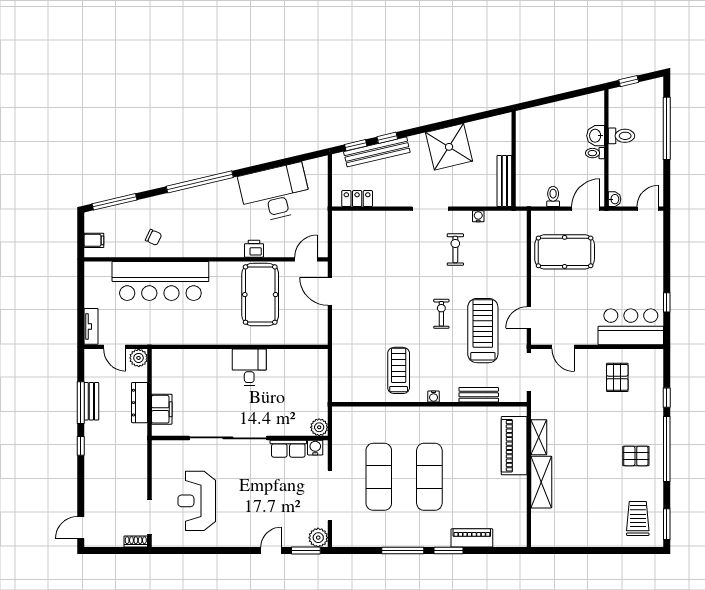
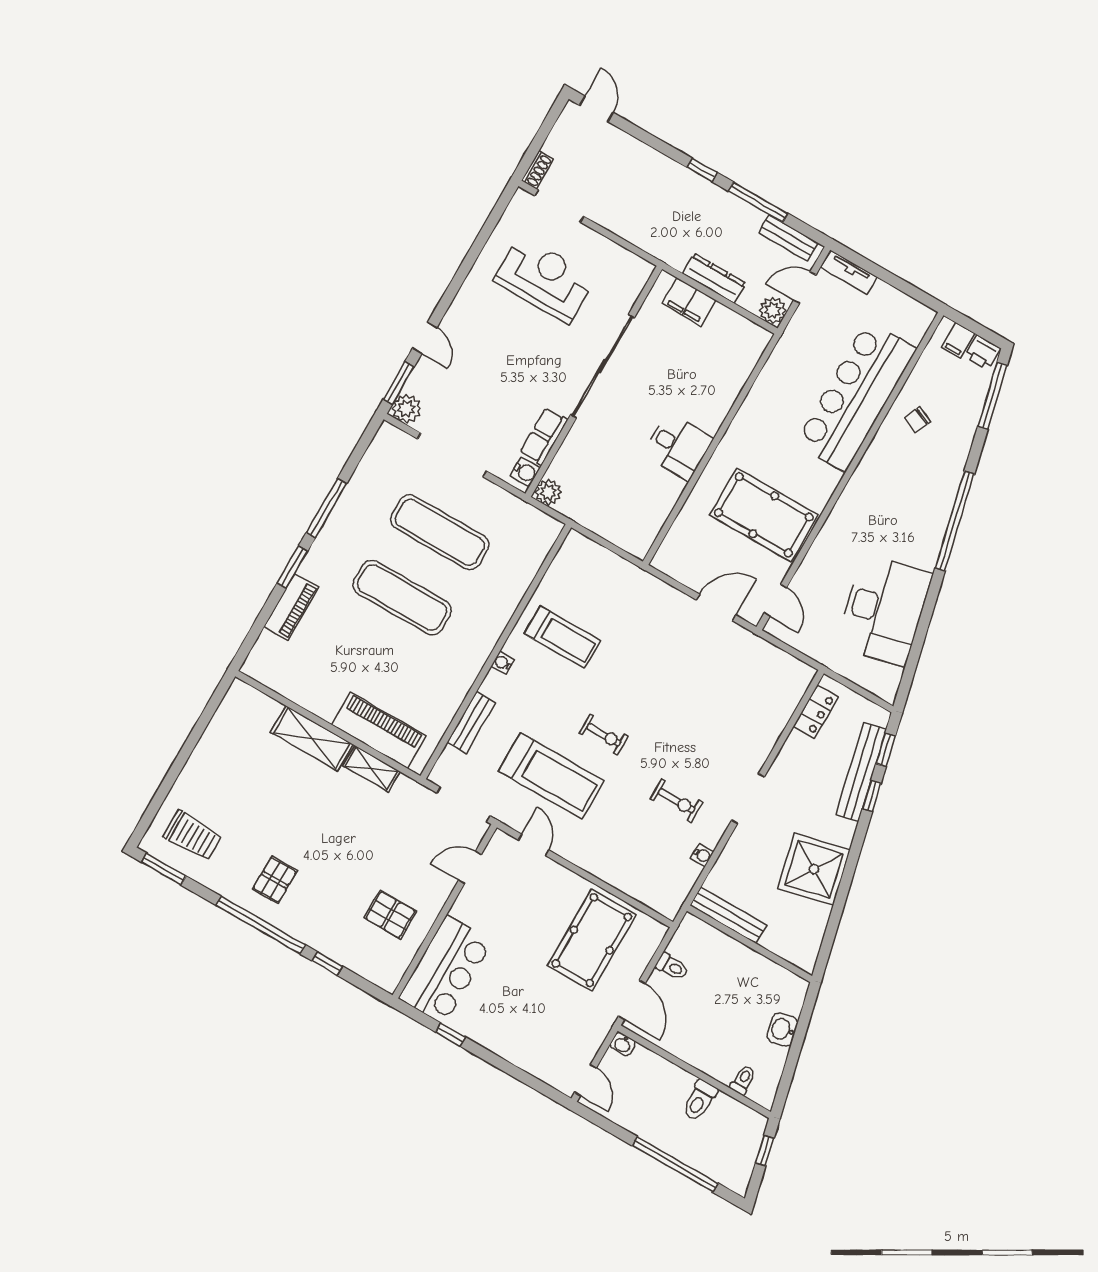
washbasin: (596, 136) -> (782, 1029), moved, turned -103
toilet: (595, 153) -> (743, 1080), moved
printer: (254, 249) -> (982, 352), moved, turned 90
bench: (91, 401) -> (788, 238), moved

